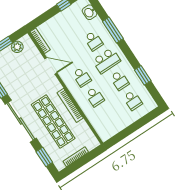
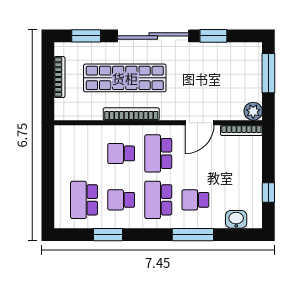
plant: (17, 47) -> (253, 111), moved
school desk: (82, 77) -> (158, 153), width x1.85
school desk: (133, 100) -> (84, 200), width x1.85

